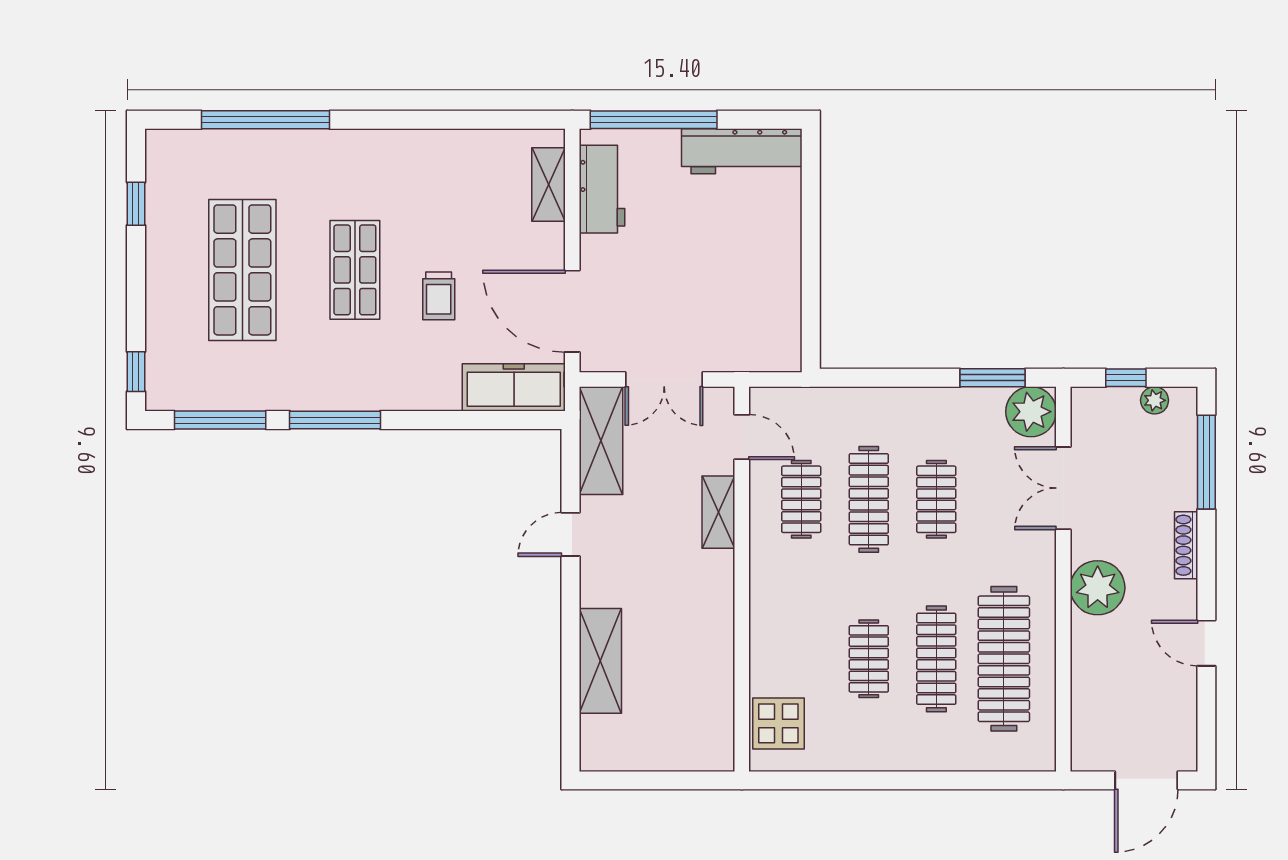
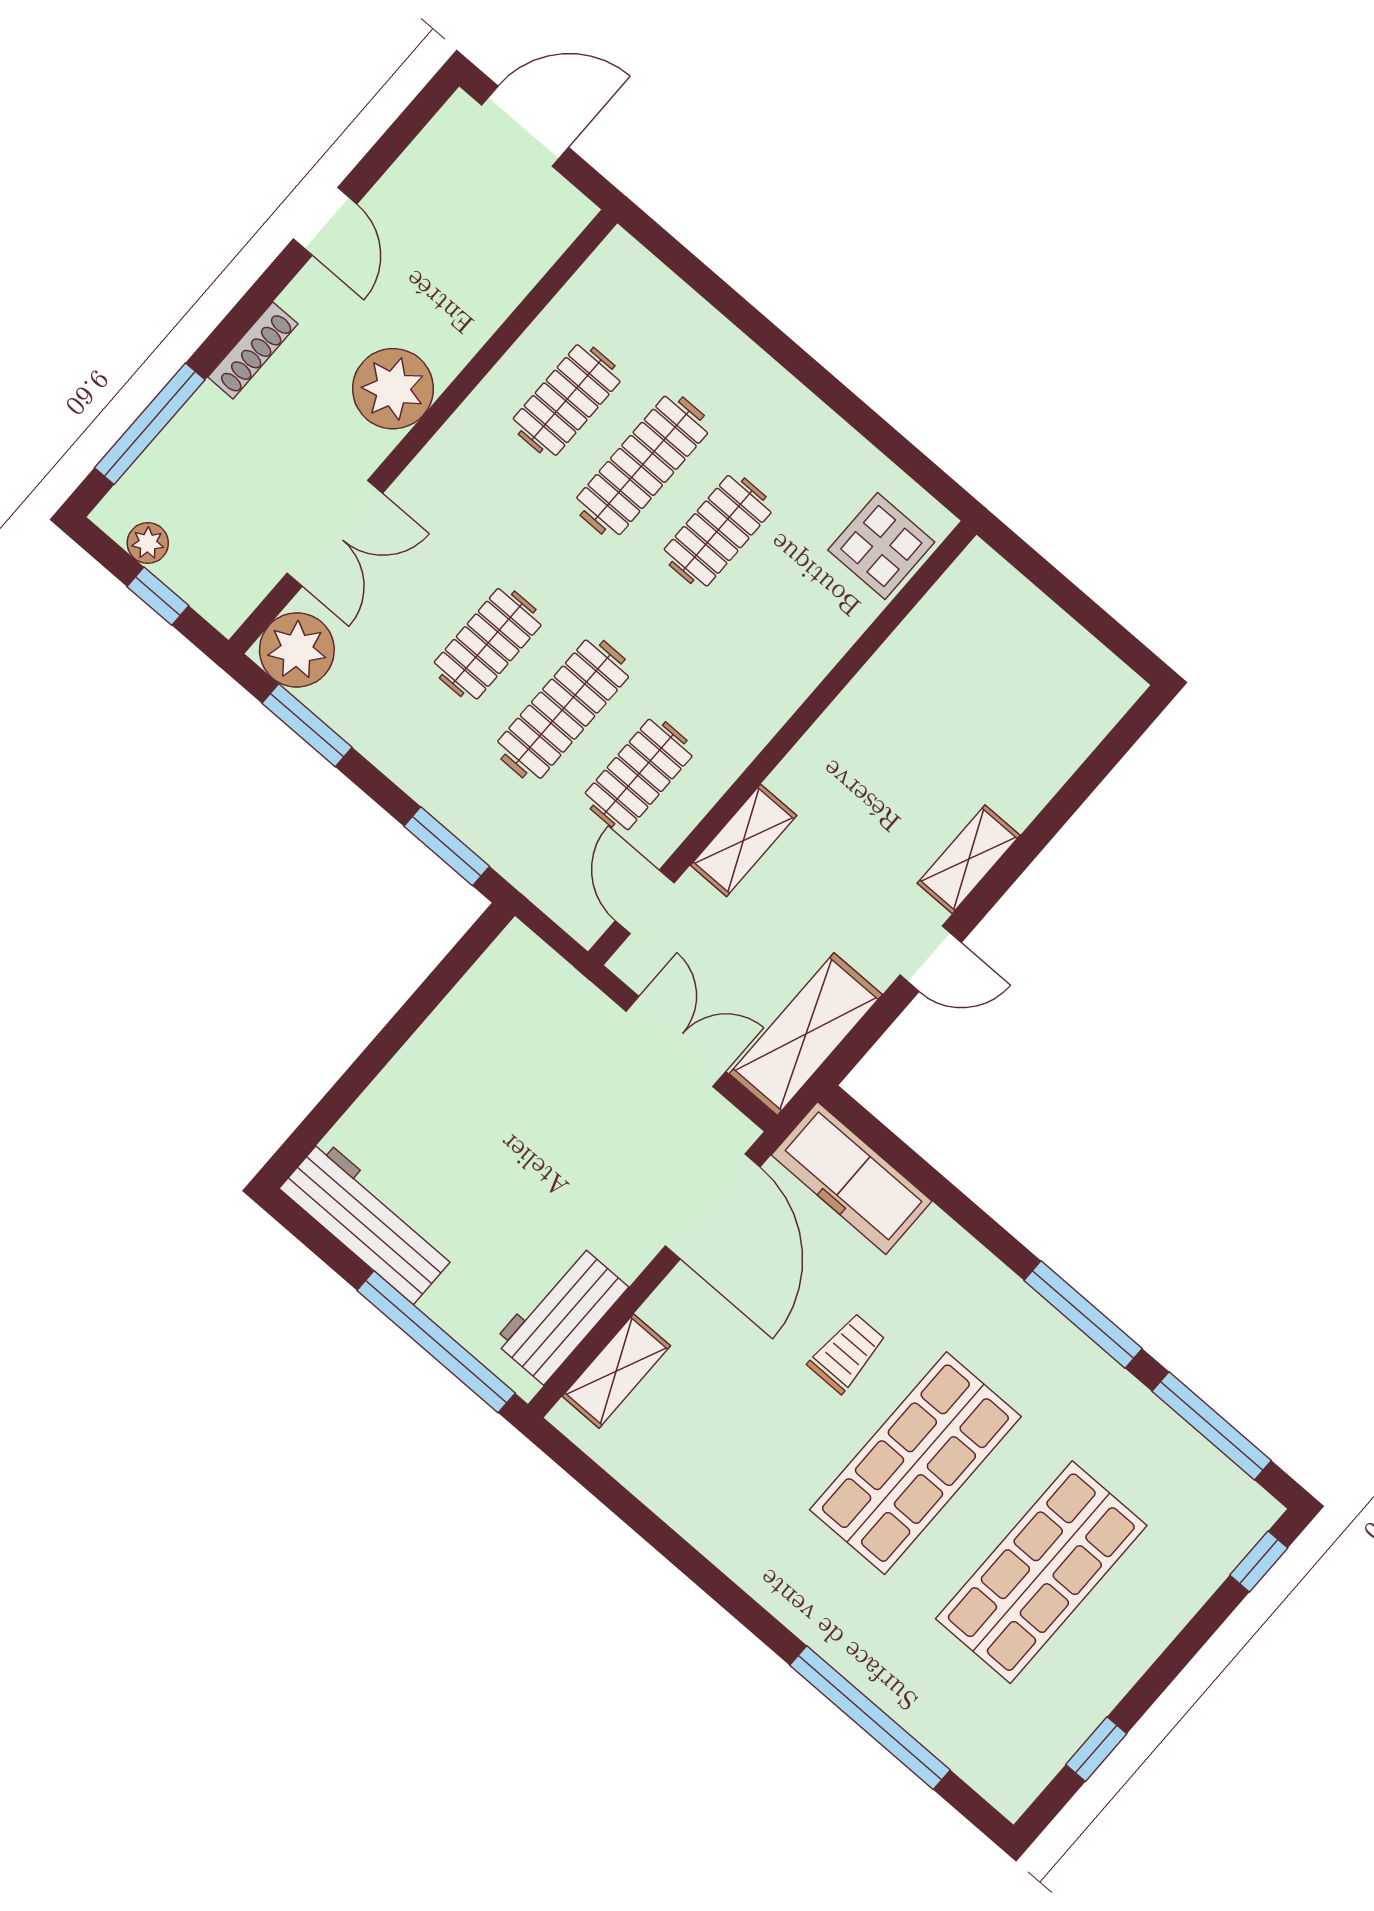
shop shelf: (355, 270) -> (915, 1463), width x1.43, depth x1.36
window: (868, 378) -> (447, 846), added
clothes rail: (1004, 659) -> (567, 400), width x0.54, depth x0.76
shelving: (600, 661) -> (969, 859), moved, width x0.67, depth x0.75

